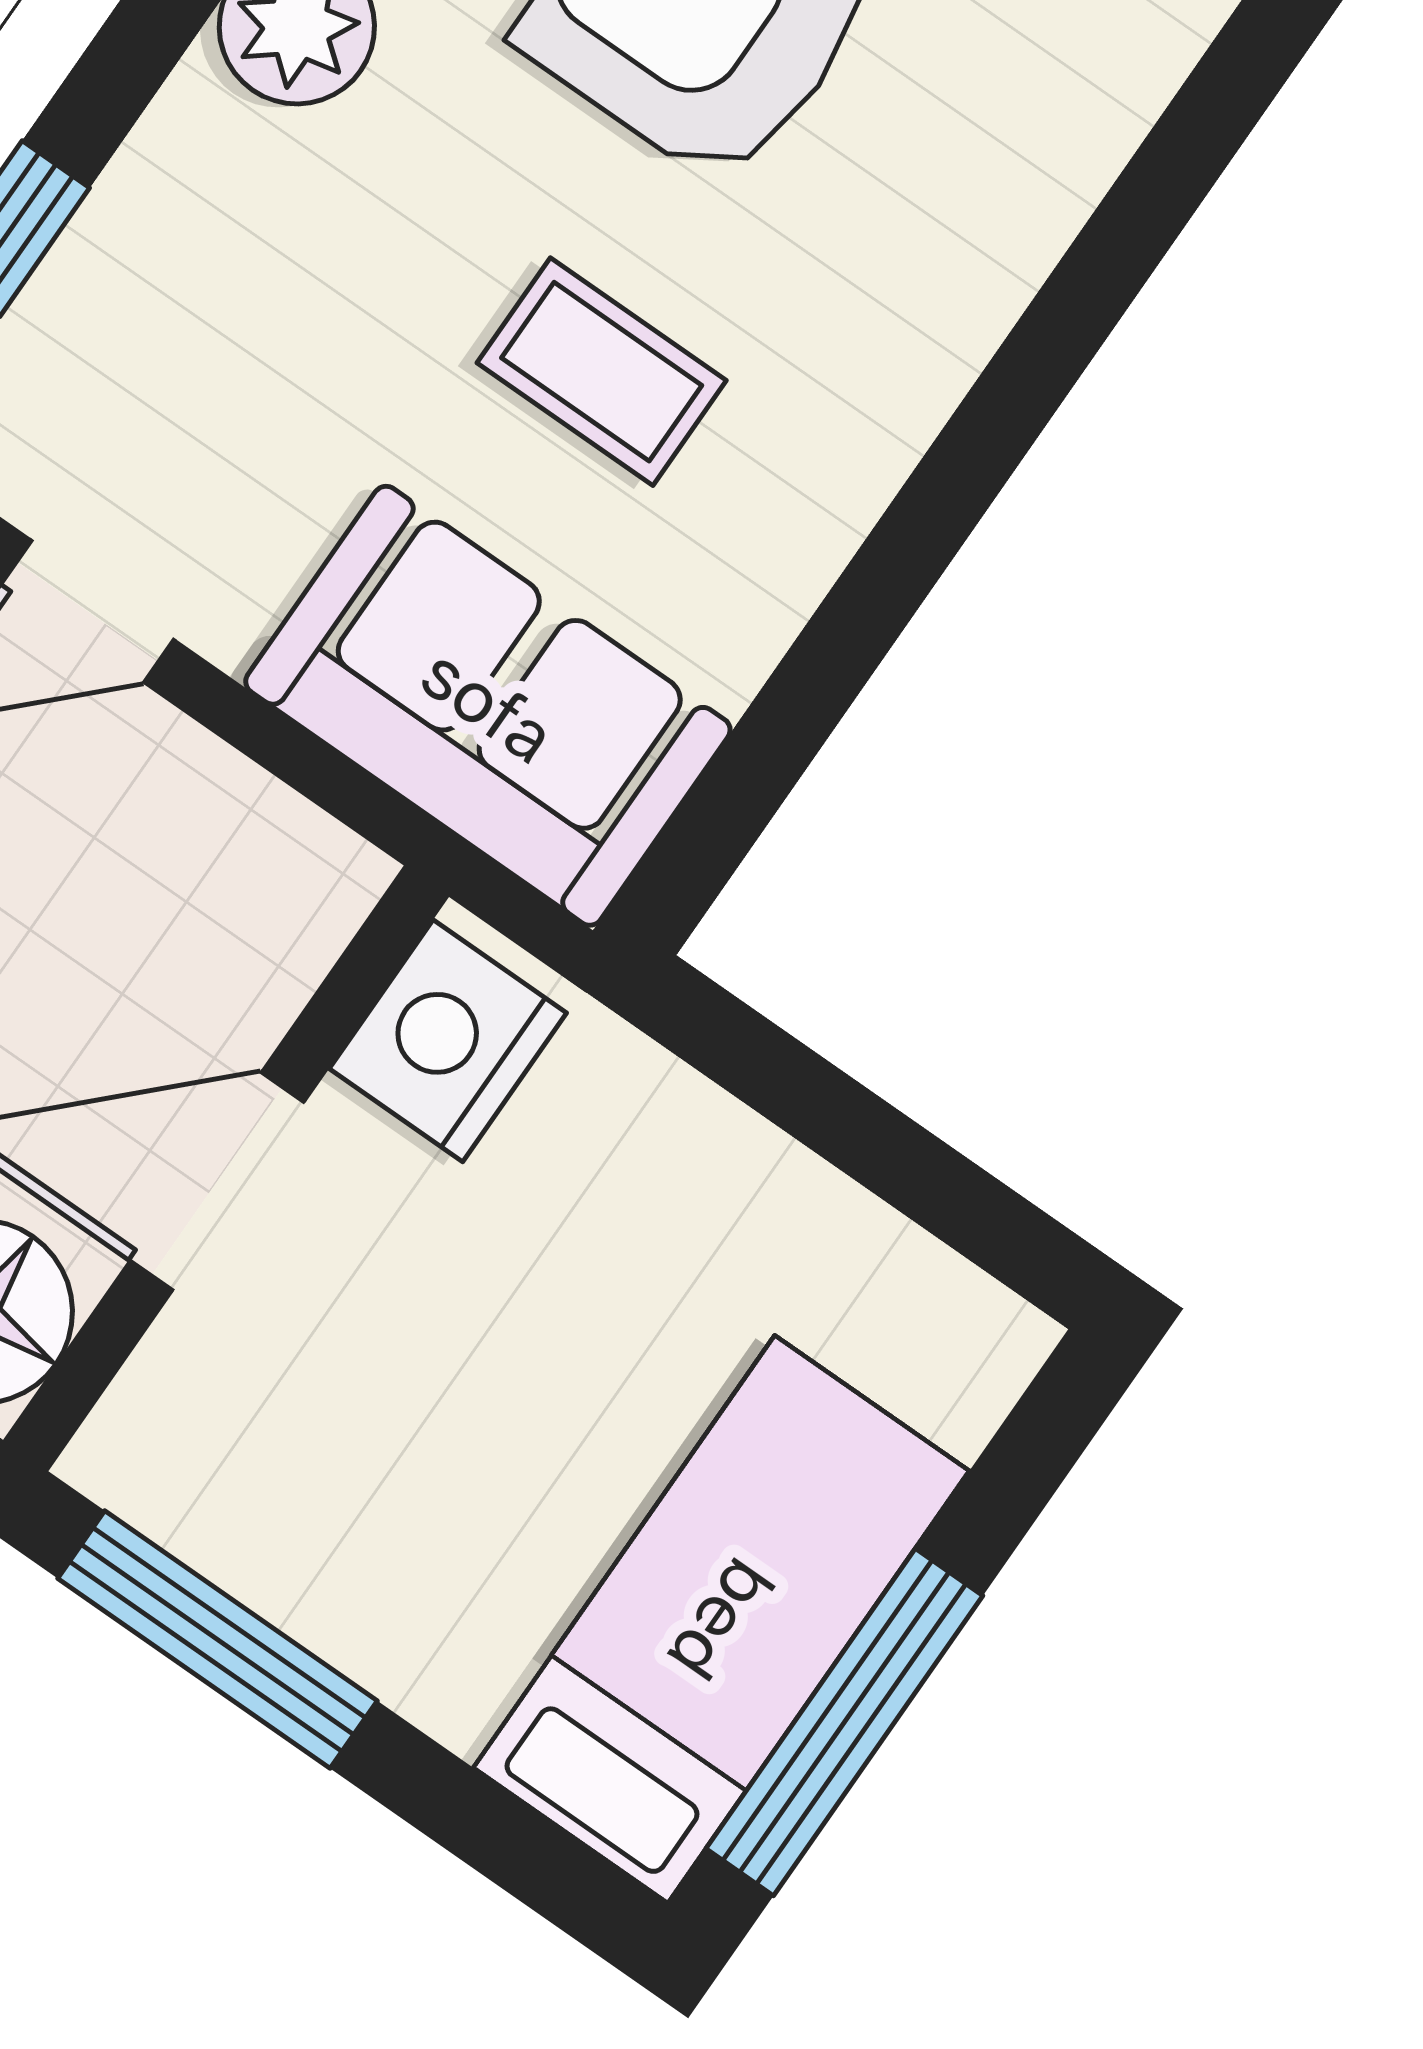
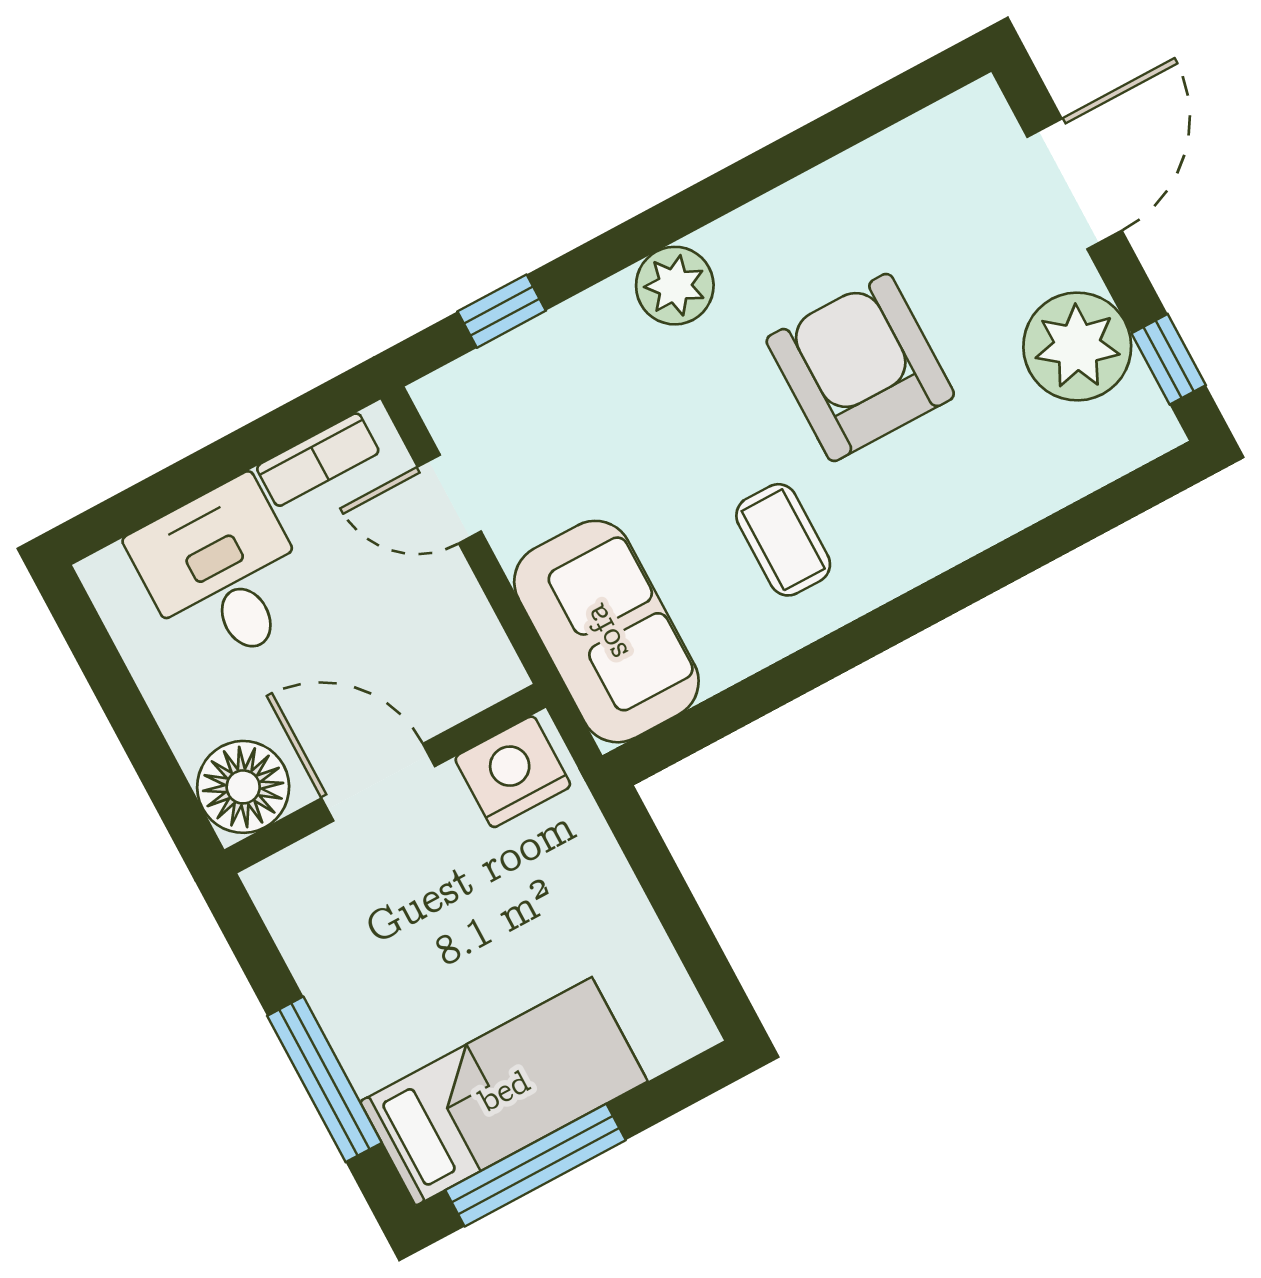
coffee table: (602, 372) -> (783, 540), moved
window: (217, 1640) -> (324, 1079), moved

